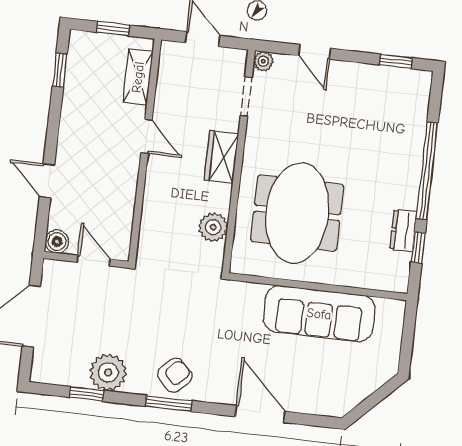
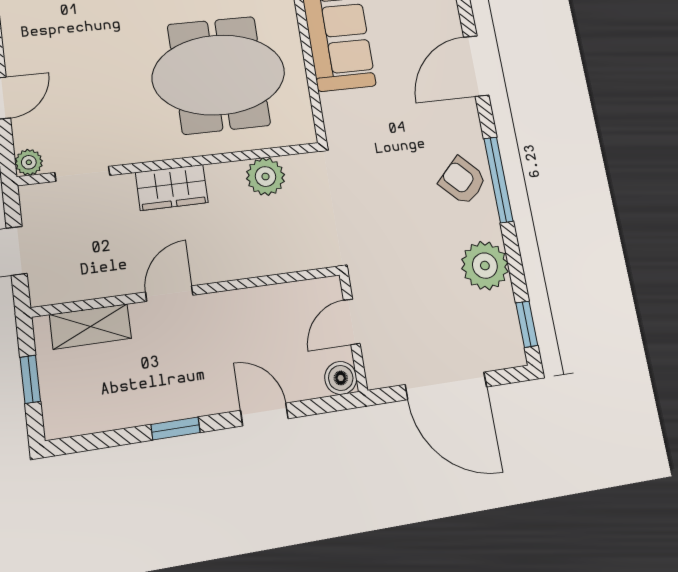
window: (60, 70) -> (176, 429), moved
door: (47, 181) -> (264, 414), swing flipped
window: (87, 394) -> (527, 324), moved
window: (169, 403) -> (498, 180), width x1.44

